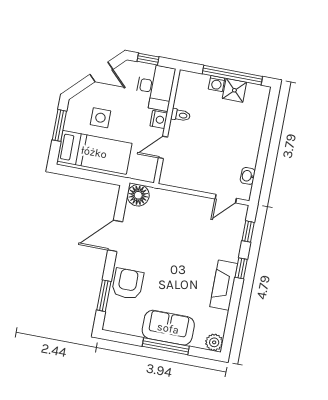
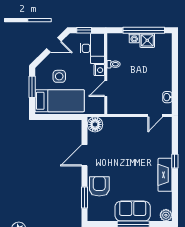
window: (248, 231) -> (175, 135), removed

